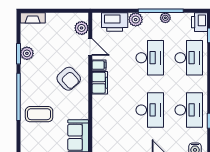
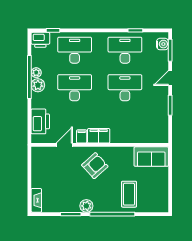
plant: (136, 20) -> (38, 85), moved
plant: (82, 28) -> (46, 153), removed
plant: (27, 53) -> (86, 206), moved

